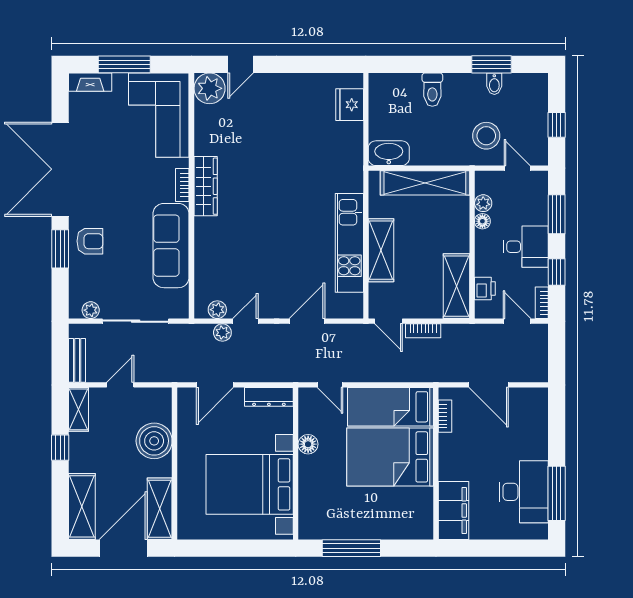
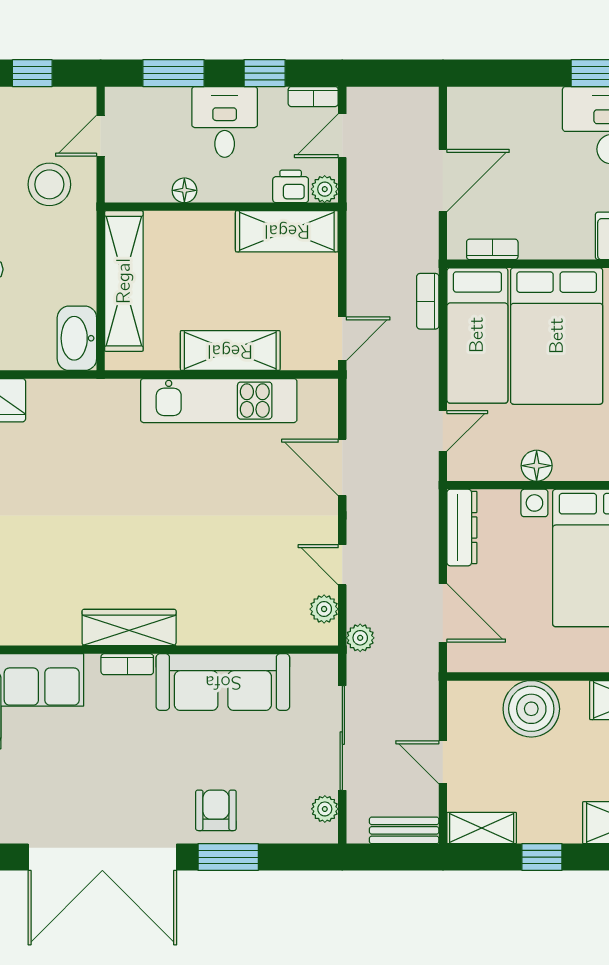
plant: (483, 203) -> (325, 189), moved
bookcase: (423, 331) -> (428, 301), moved, turned 180
plant: (222, 333) -> (360, 638), moved

